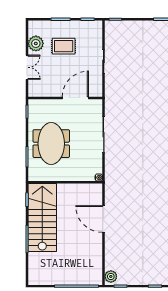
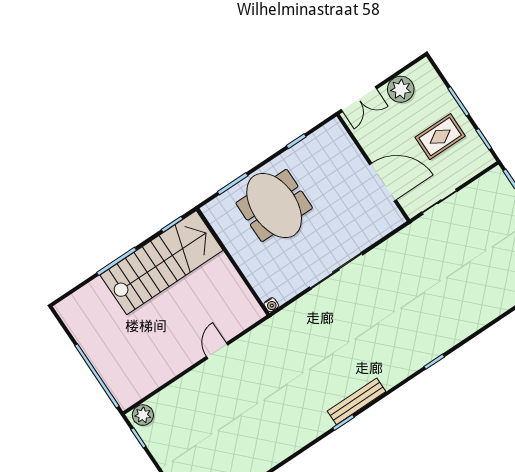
rug: (64, 46) -> (440, 137), moved, turned 90
wall: (65, 98) -> (373, 168), moved
door: (75, 98) -> (383, 182), moved
meeting table: (51, 144) -> (274, 205), turned 90
door: (104, 219) -> (217, 351), width x0.53

